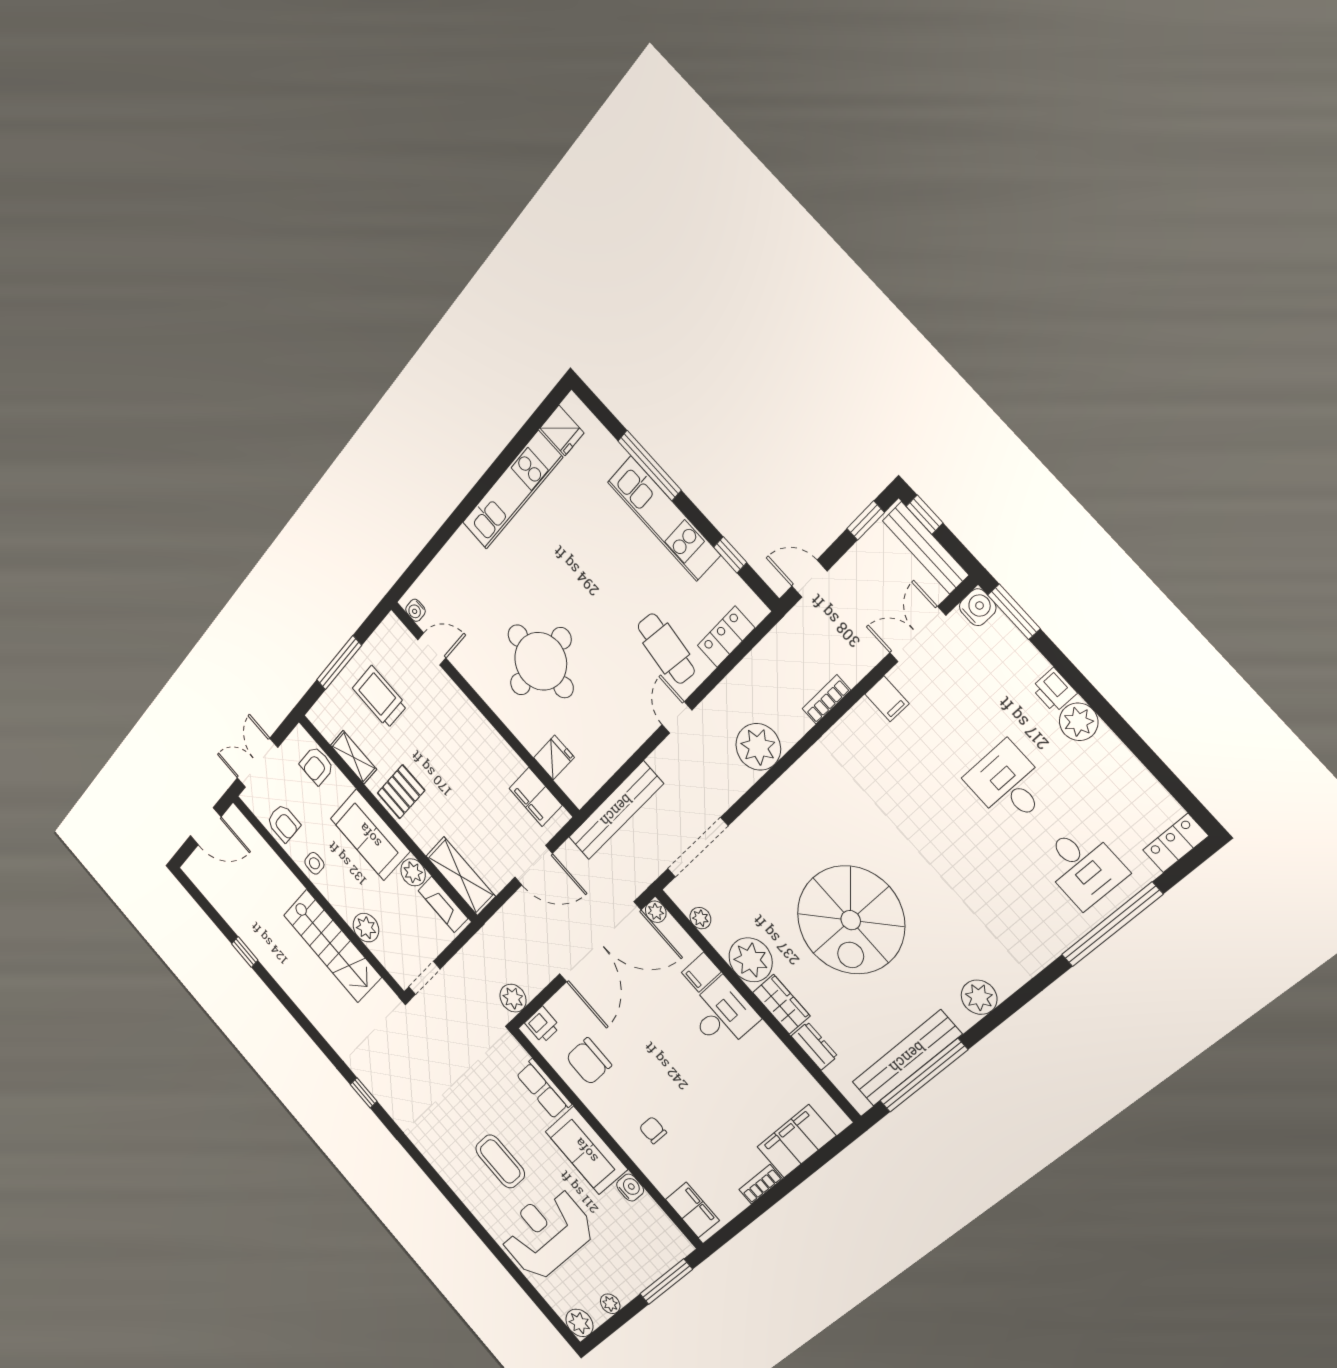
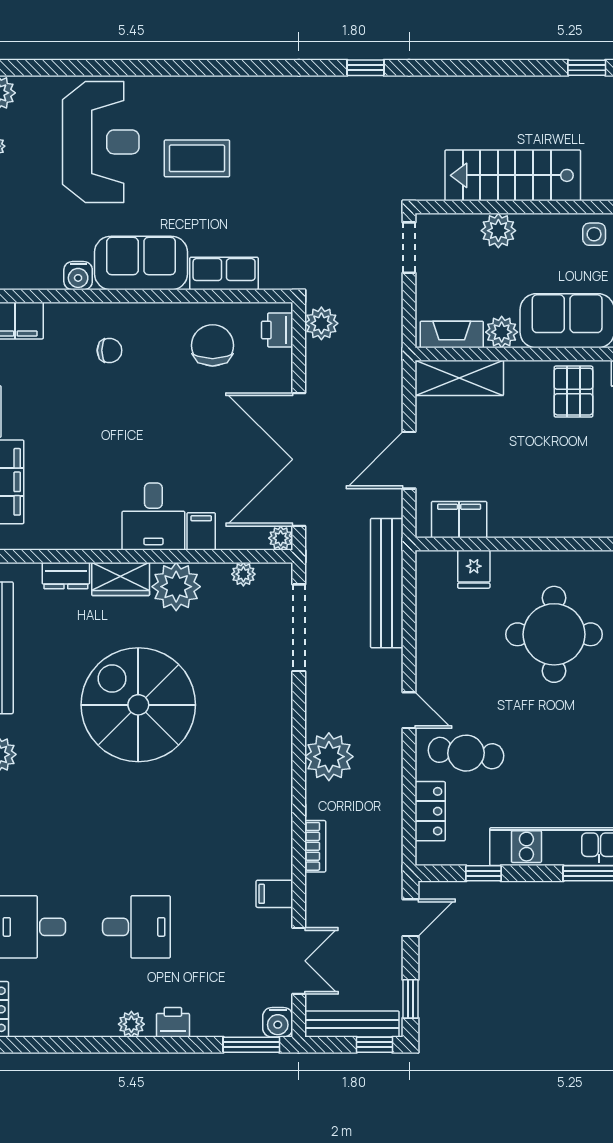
plant: (1079, 722) -> (131, 1024), width x0.73, depth x0.73

